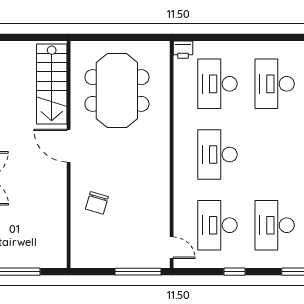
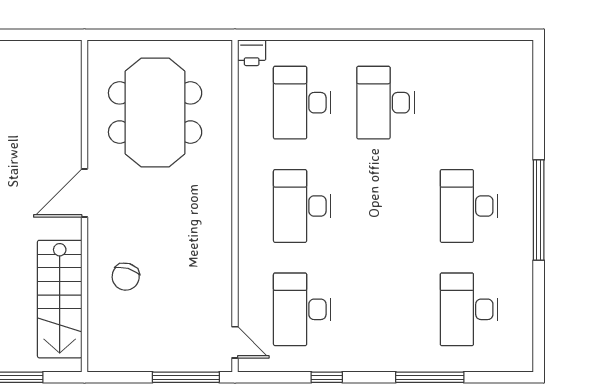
stairs: (52, 84) -> (60, 299), moved
door: (69, 146) -> (84, 193), hinge flipped
desk: (275, 225) -> (385, 309), removed

